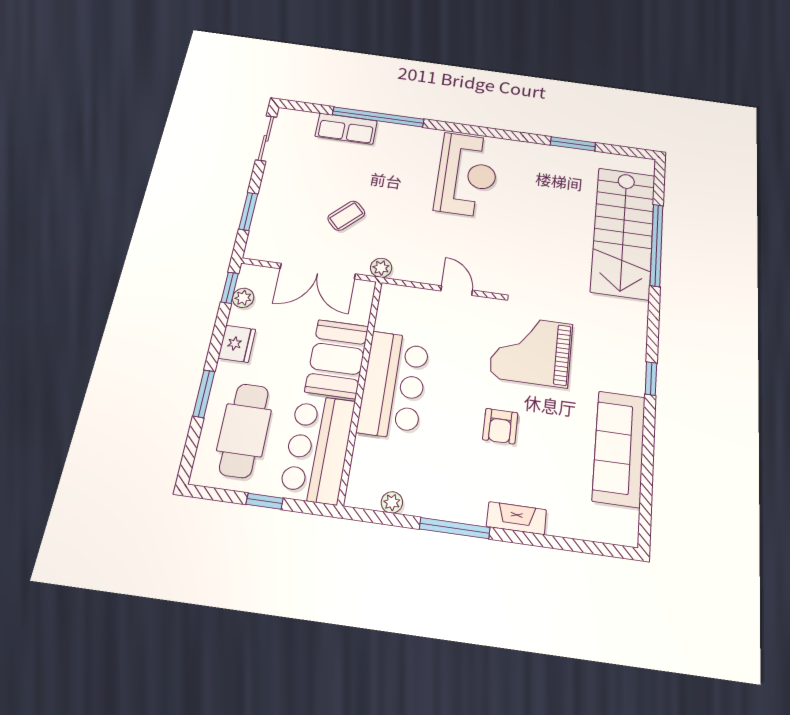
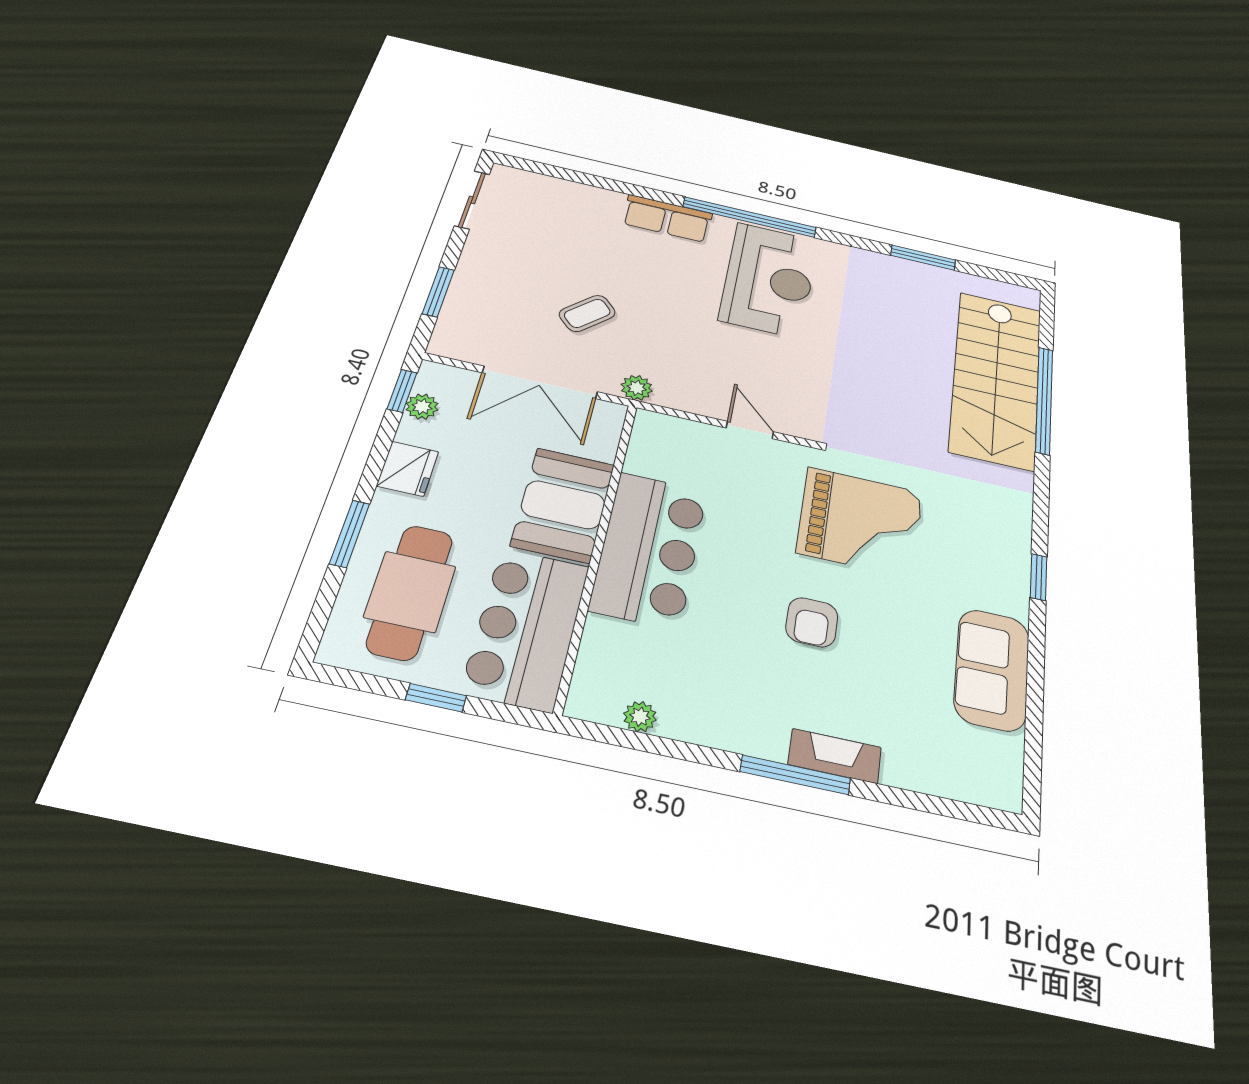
window: (378, 117) -> (750, 217), moved
row of seats: (346, 129) -> (667, 218), moved
grand piano: (531, 351) -> (860, 522), turned 180
sofa: (619, 448) -> (992, 669), width x0.73
window: (455, 528) -> (795, 775), moved

